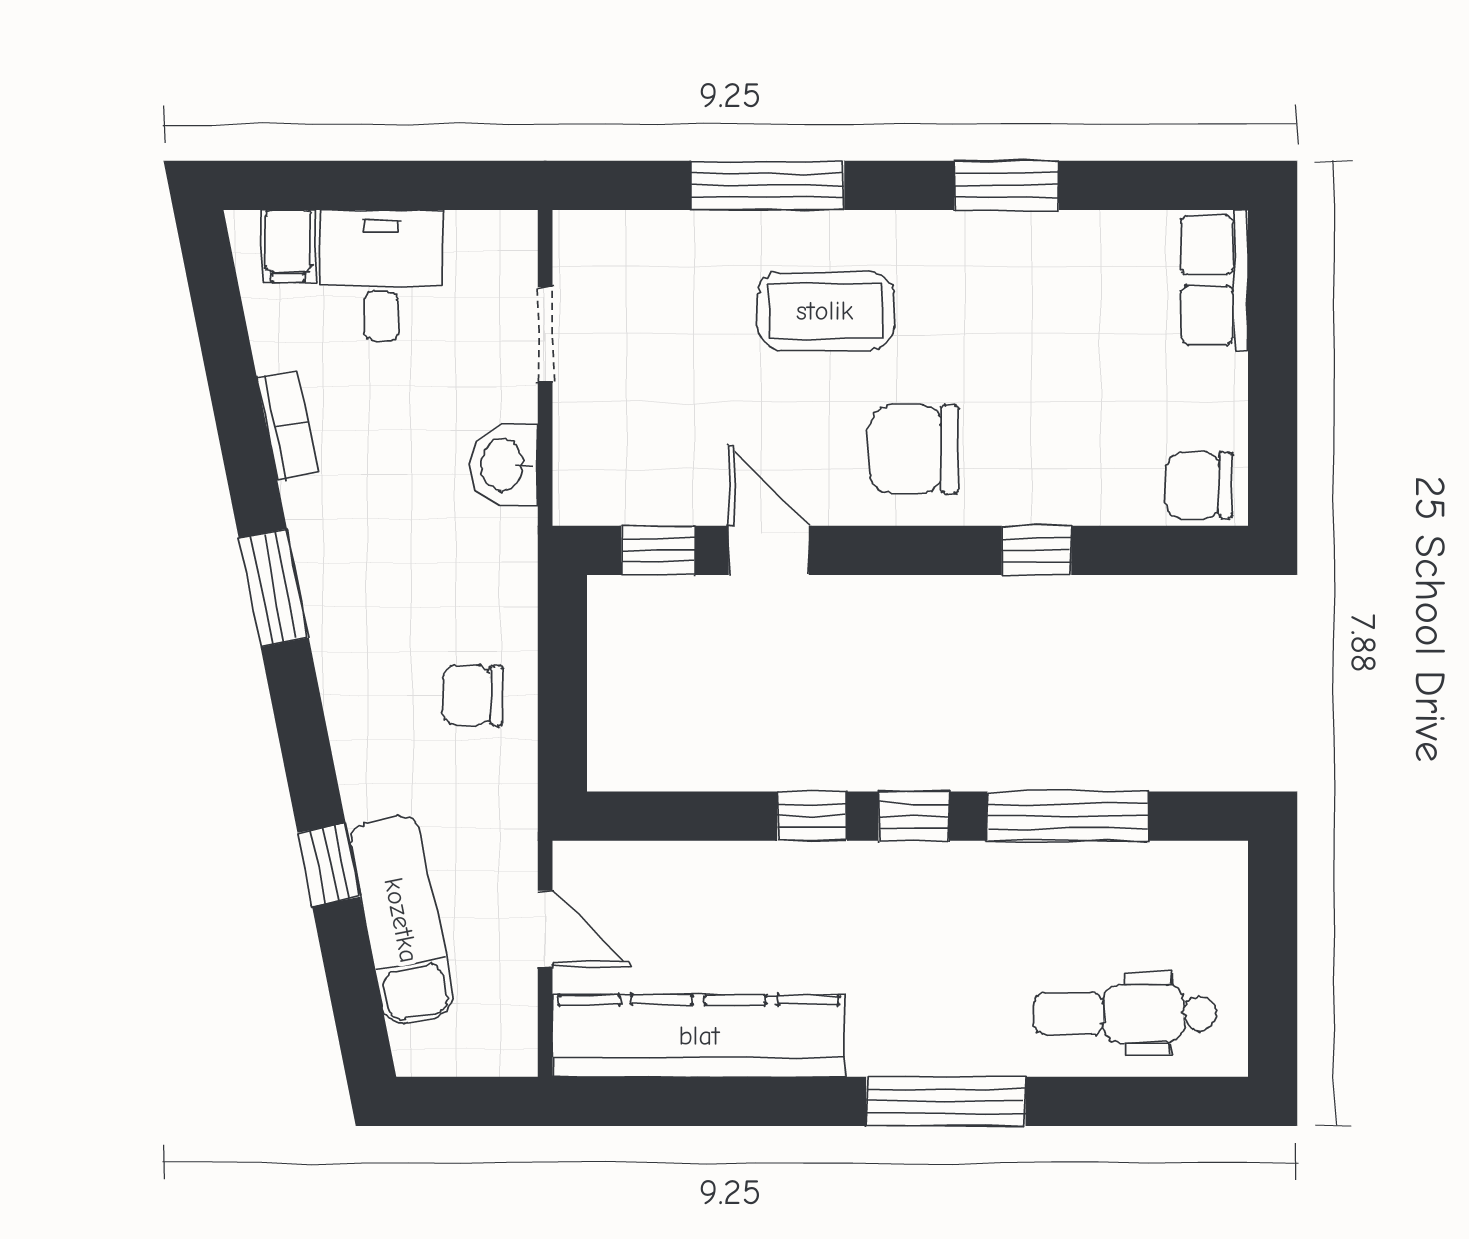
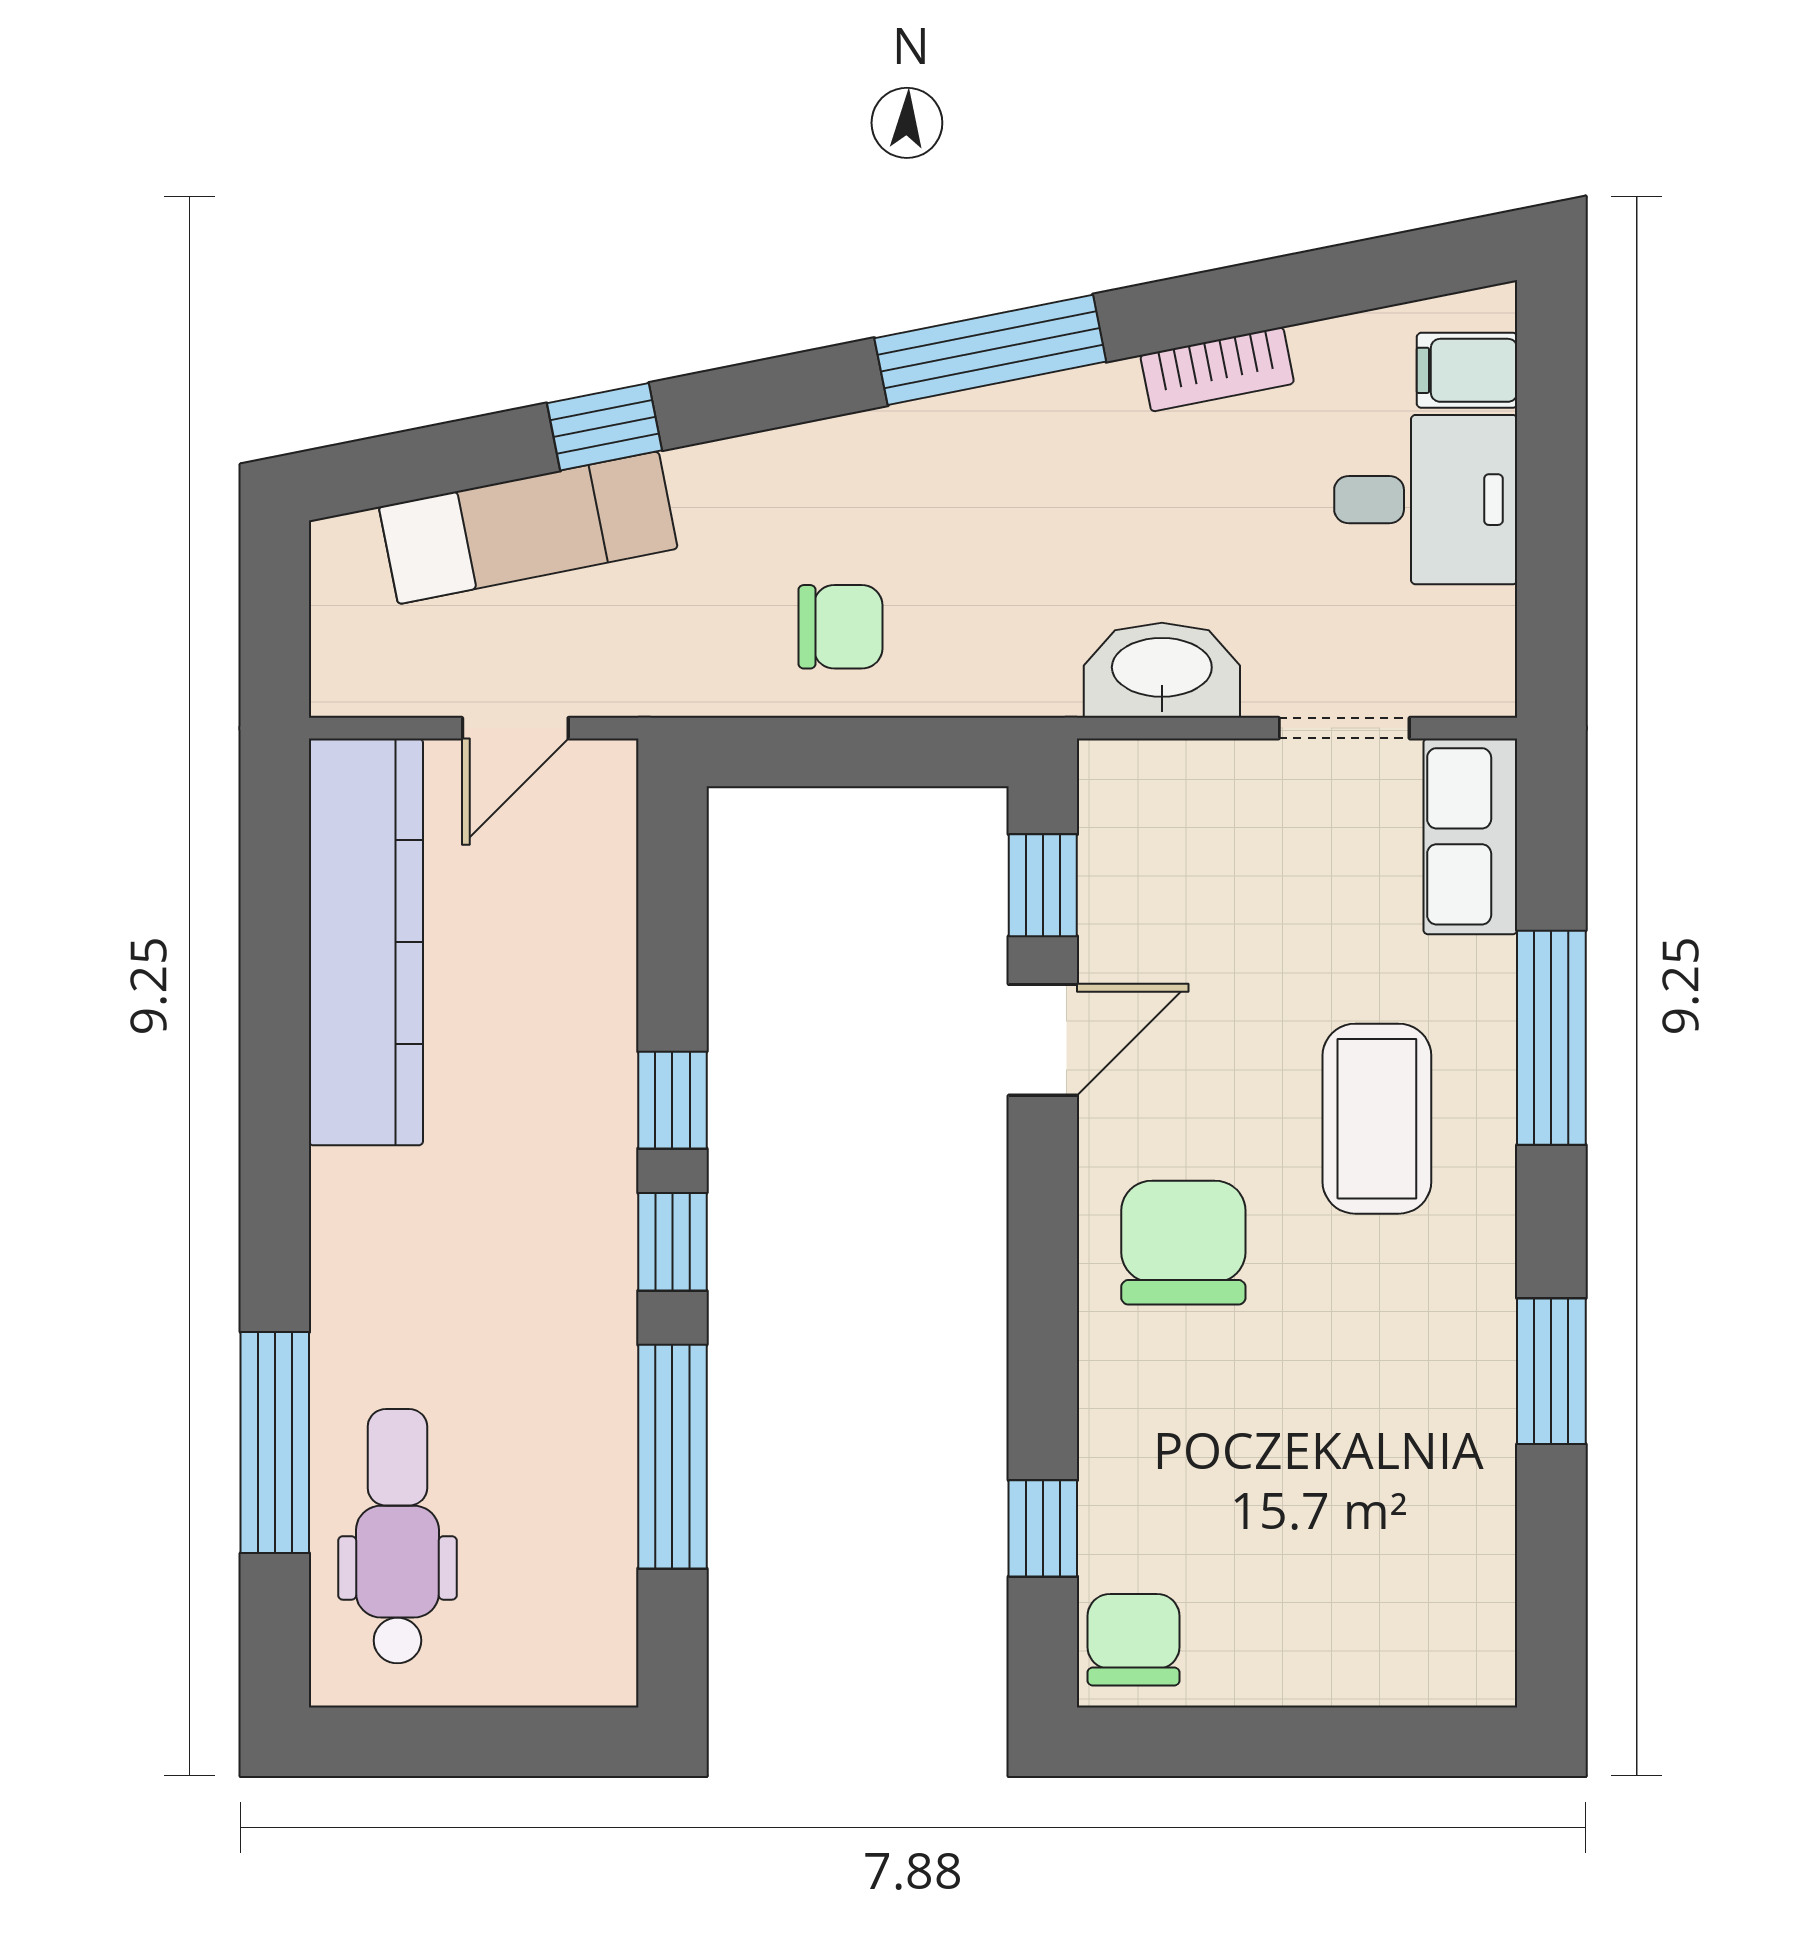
row of seats: (1214, 280) -> (1470, 836), moved, turned -90
washbasin: (504, 465) -> (1162, 670), width x1.38
window: (1036, 550) -> (1043, 1528), moved
window: (274, 588) -> (990, 350), width x1.44
chair: (472, 695) -> (840, 627), turned 90
window: (946, 1101) -> (275, 1443), moved

